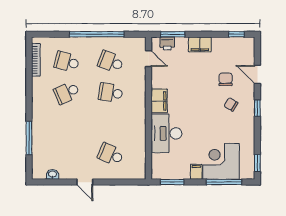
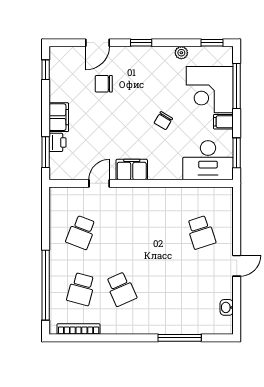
window: (97, 34) -> (46, 285), moved
printer: (167, 43) -> (57, 142), moved
door: (149, 59) -> (99, 183), moved
school desk: (111, 93) -> (121, 232), removed
chair: (231, 104) -> (163, 121), moved
desk: (166, 133) -> (208, 160), moved
plant: (250, 139) -> (181, 53), added
school desk: (111, 154) -> (201, 232), turned -42

